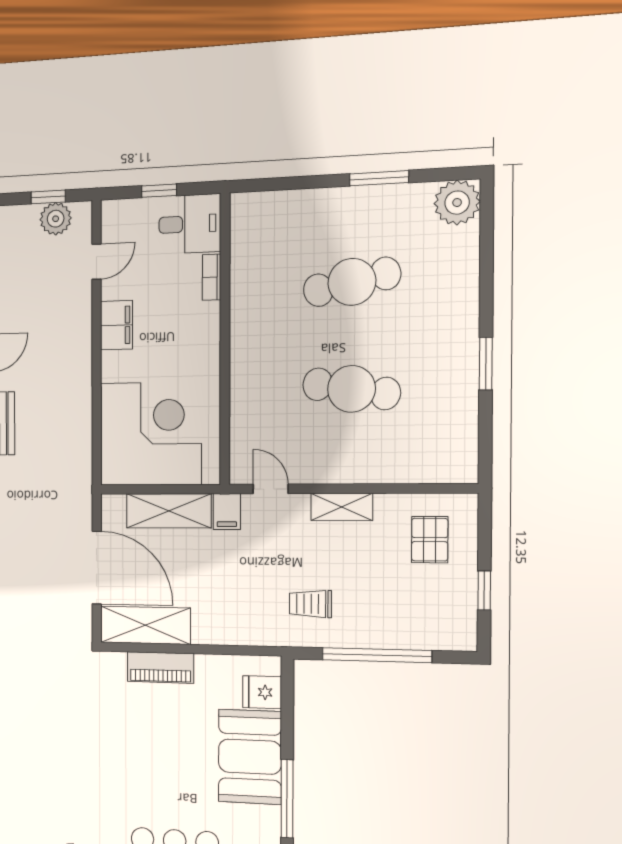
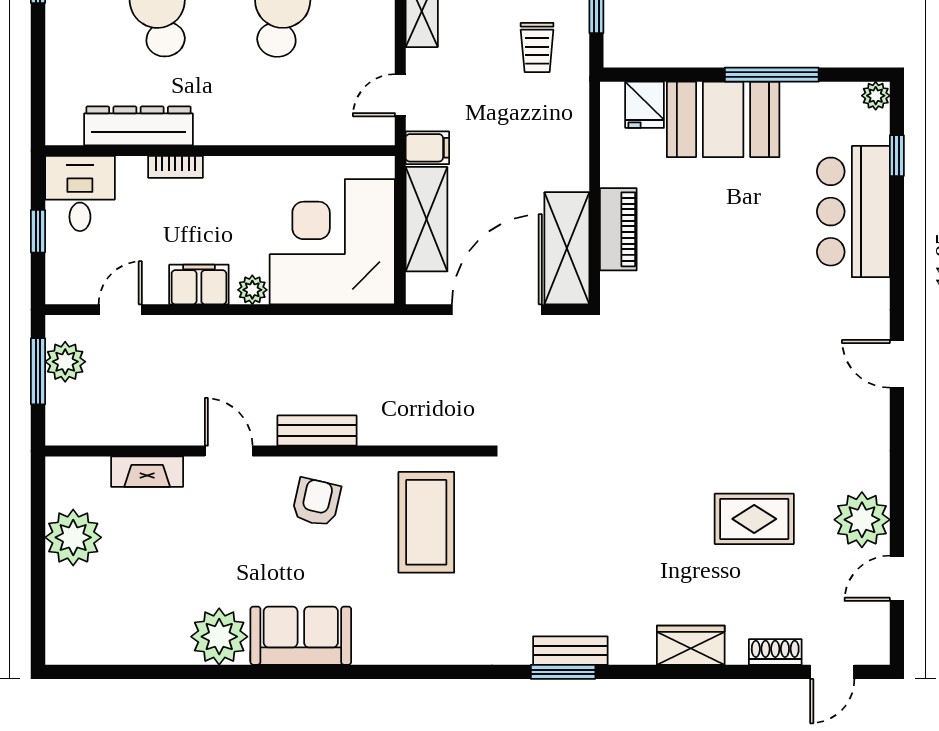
window: (48, 197) -> (38, 371), width x1.50
door: (97, 262) -> (120, 310), hinge flipped
dresser: (245, 270) -> (139, 126), added
bookcase: (212, 277) -> (175, 167), moved
plant: (112, 369) -> (252, 290), added

